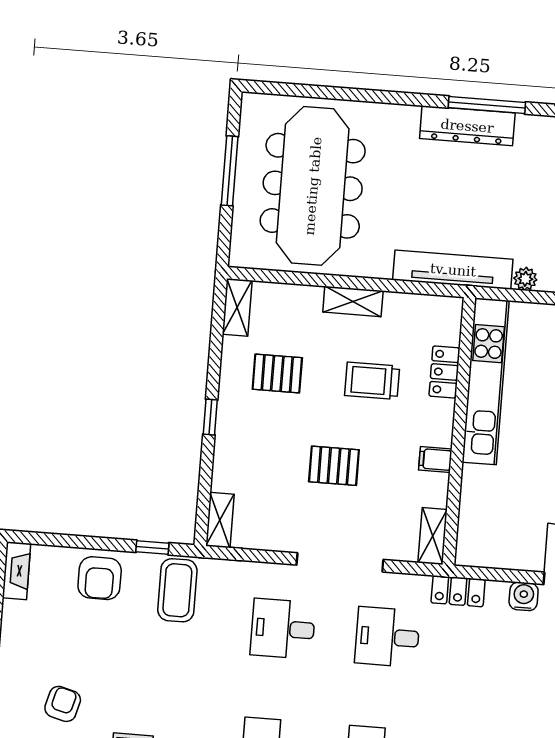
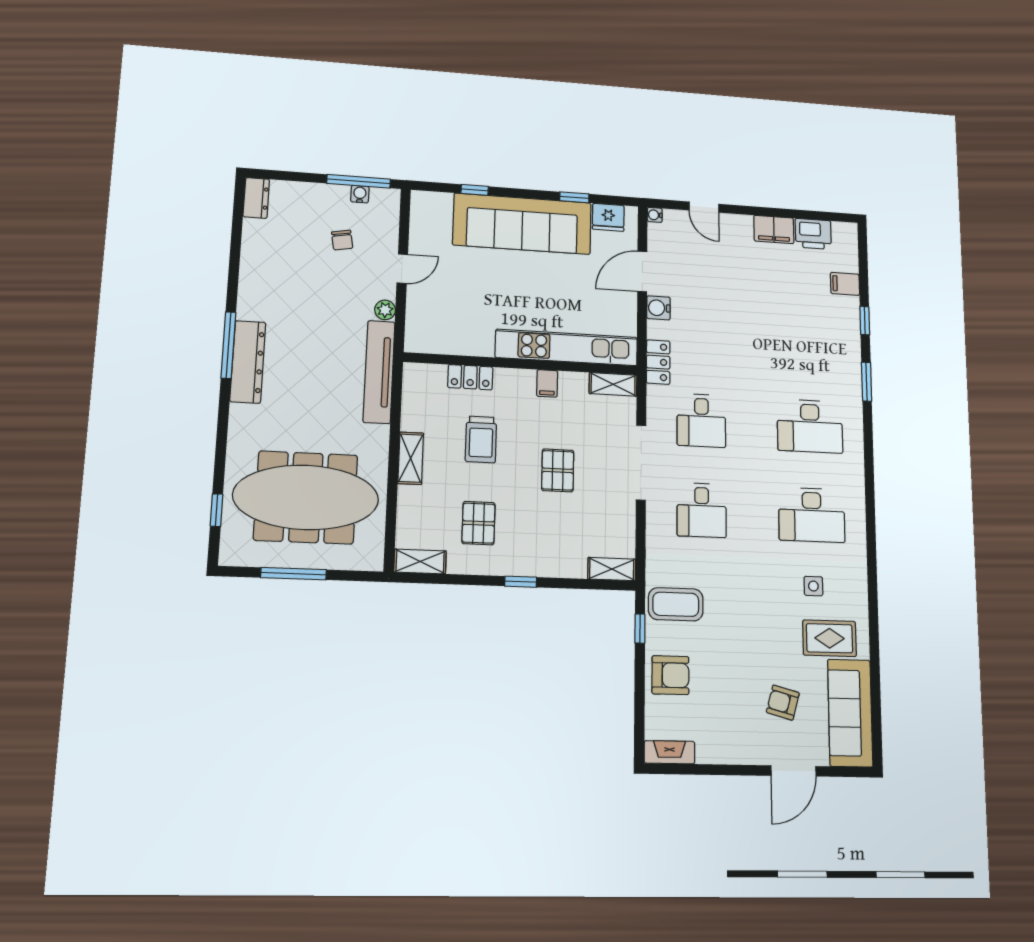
window: (302, 90) -> (217, 510), added
kitchen unit: (486, 381) -> (567, 347), moved

